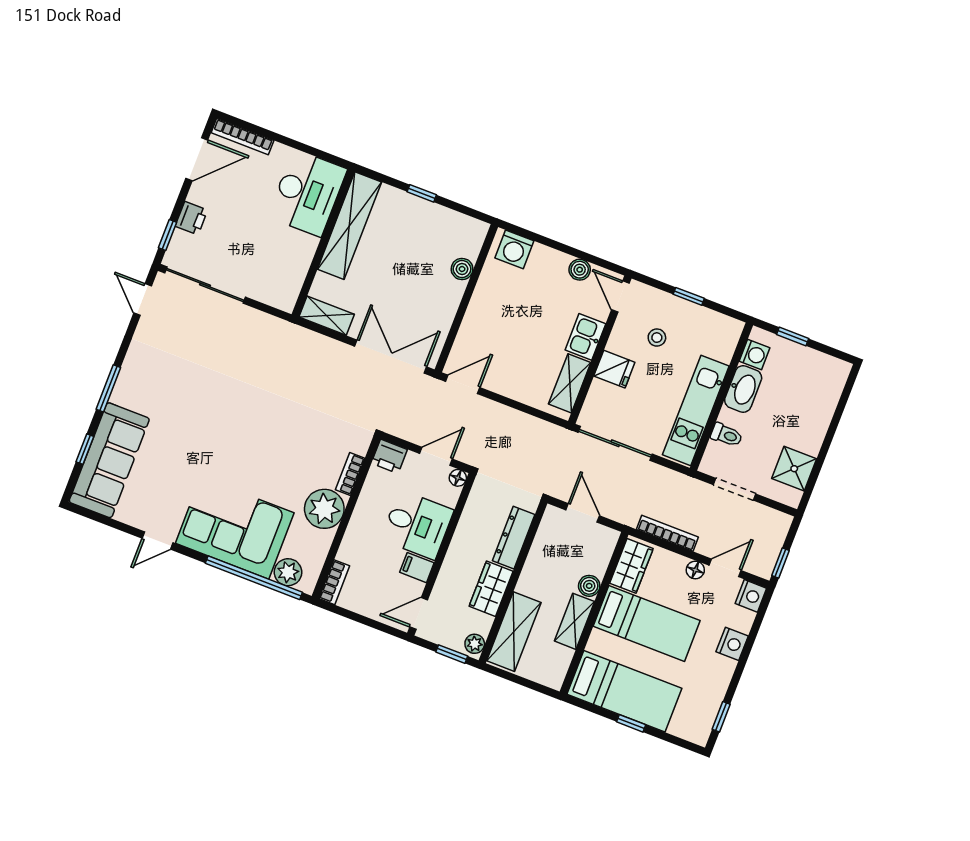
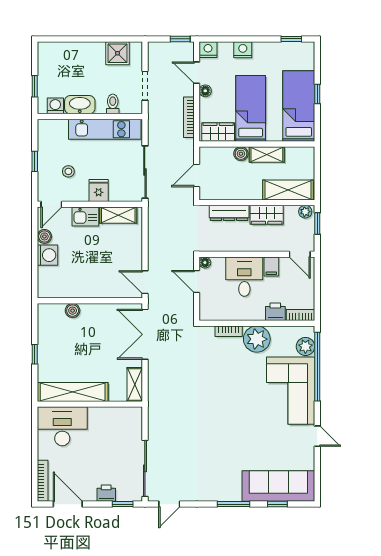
washing machine: (514, 249) -> (48, 255), moved
printer: (389, 456) -> (275, 312), moved, turned -90

